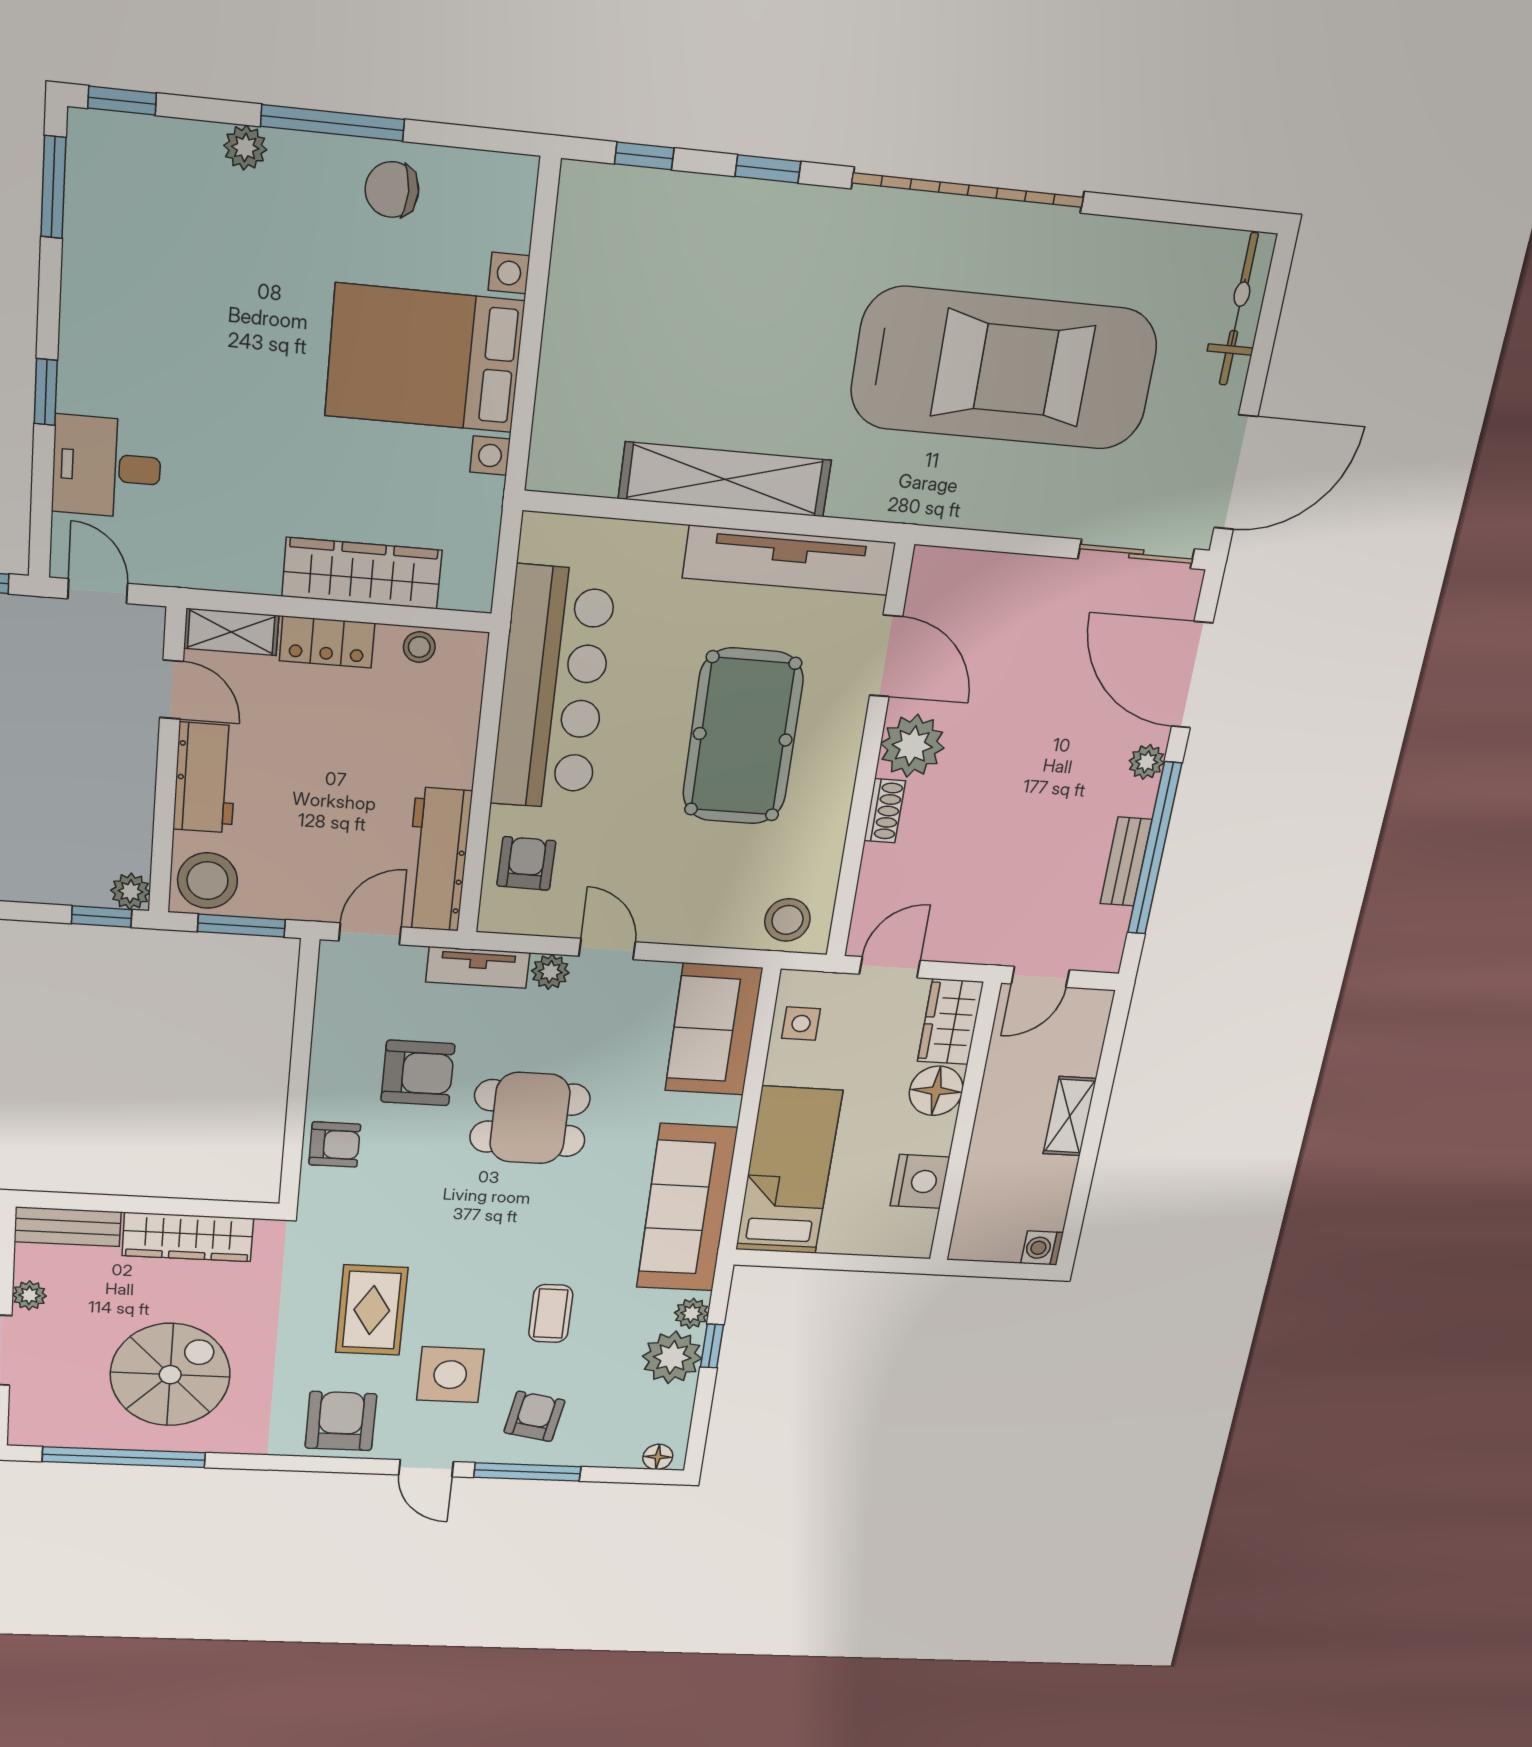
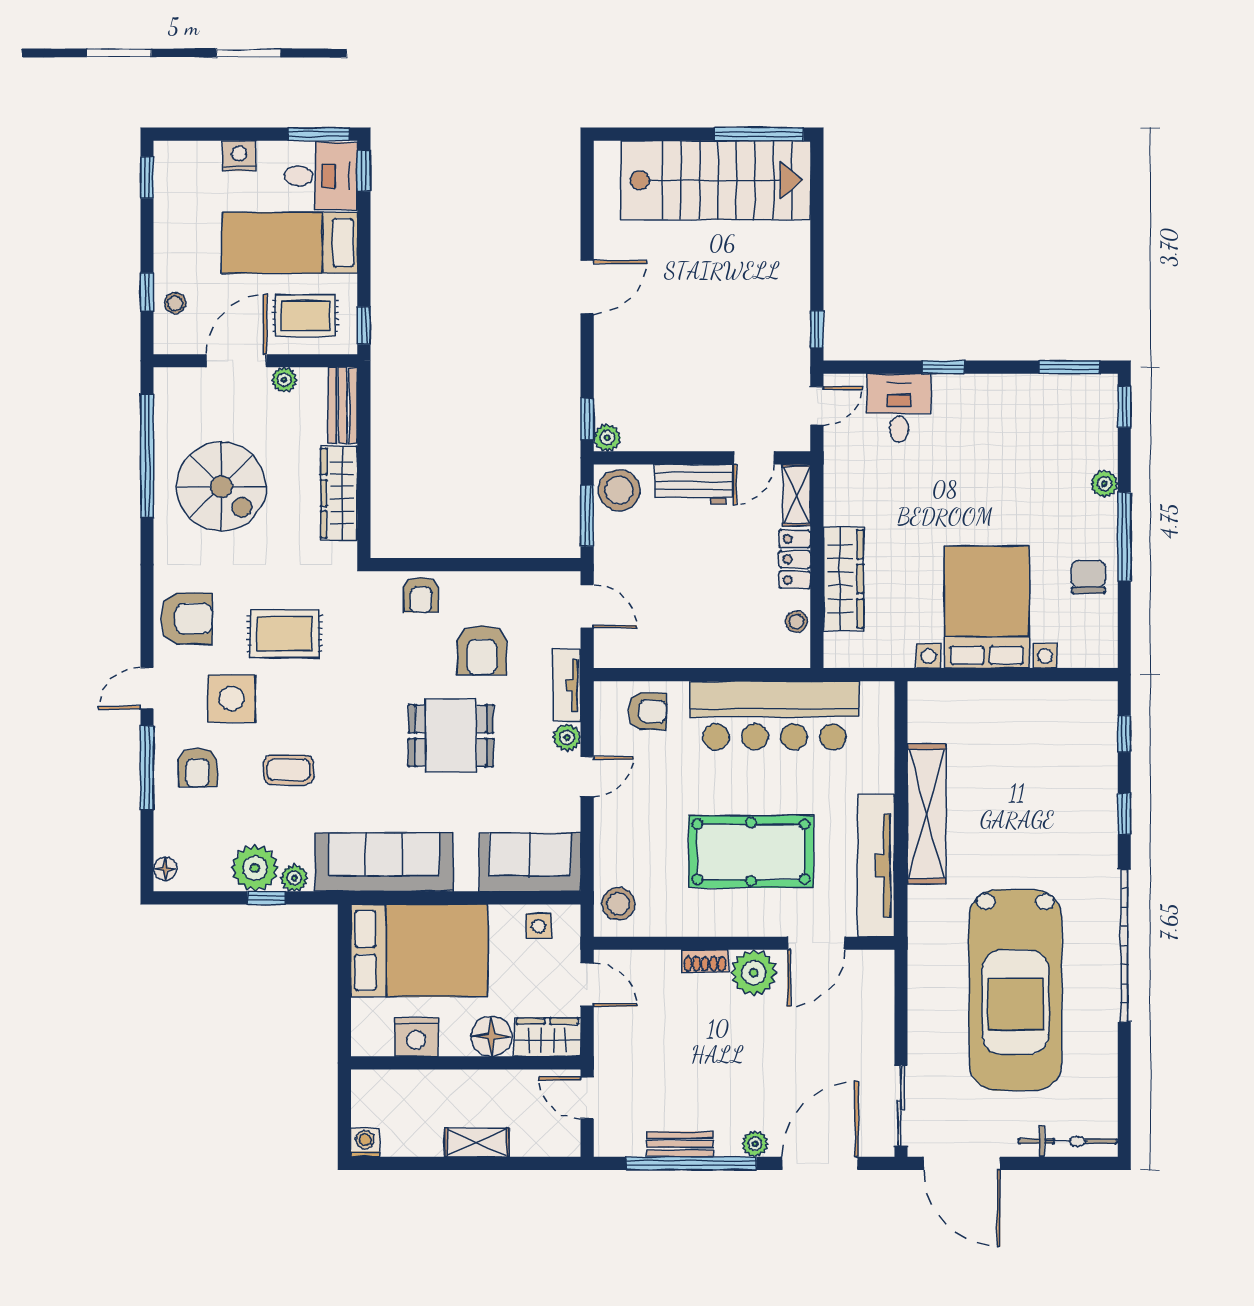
workbench: (437, 860) -> (646, 649), removed
dining table: (530, 1118) -> (451, 736), turned 90
bed: (789, 1171) -> (419, 951), width x1.50
armchair: (534, 1416) -> (198, 767), turned 80

